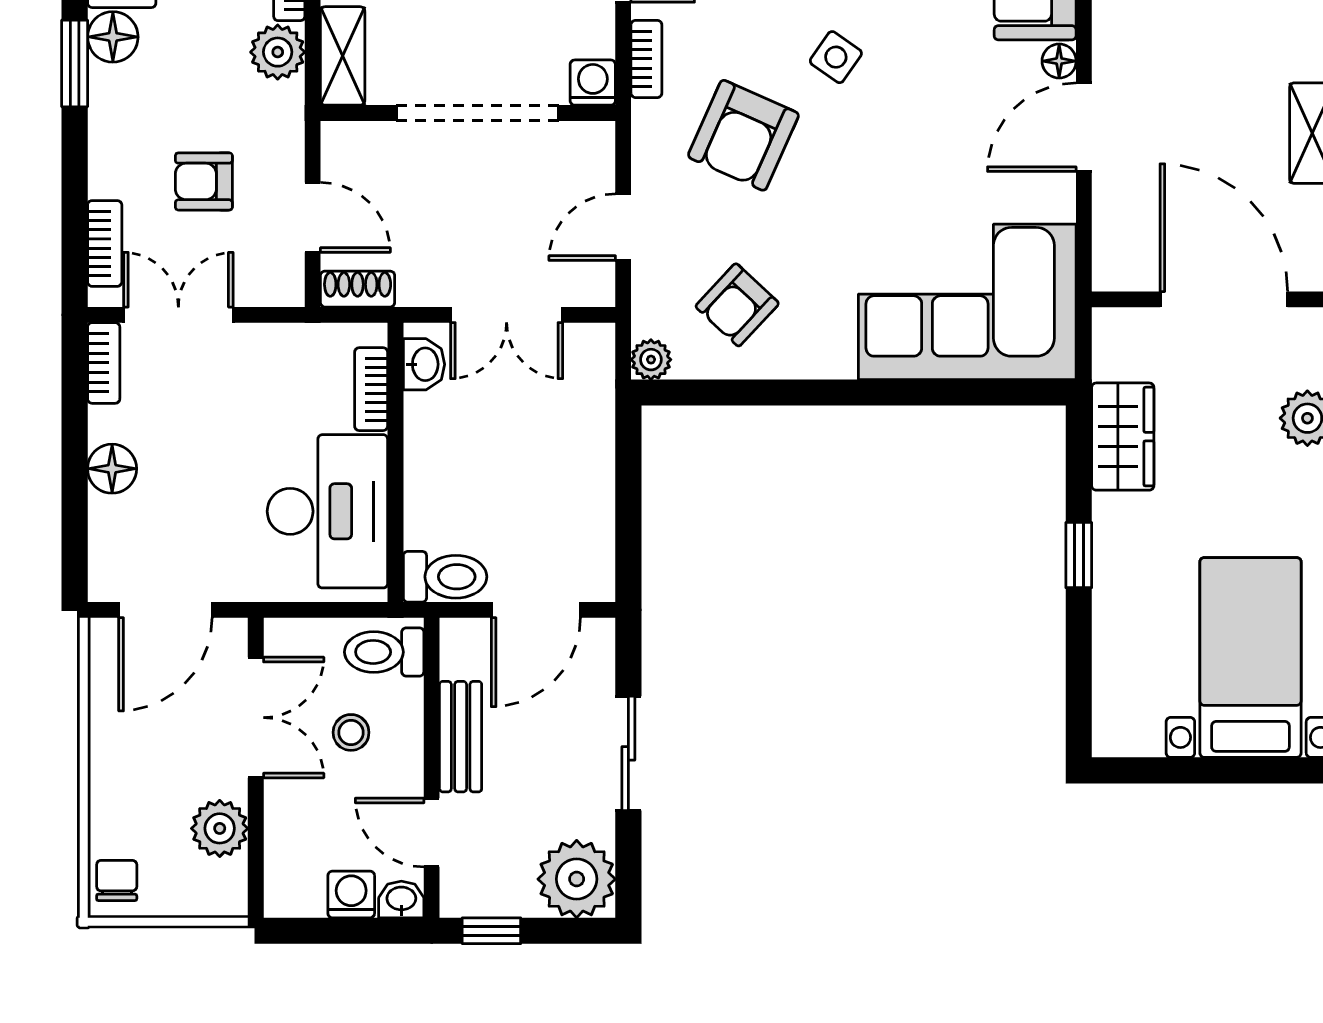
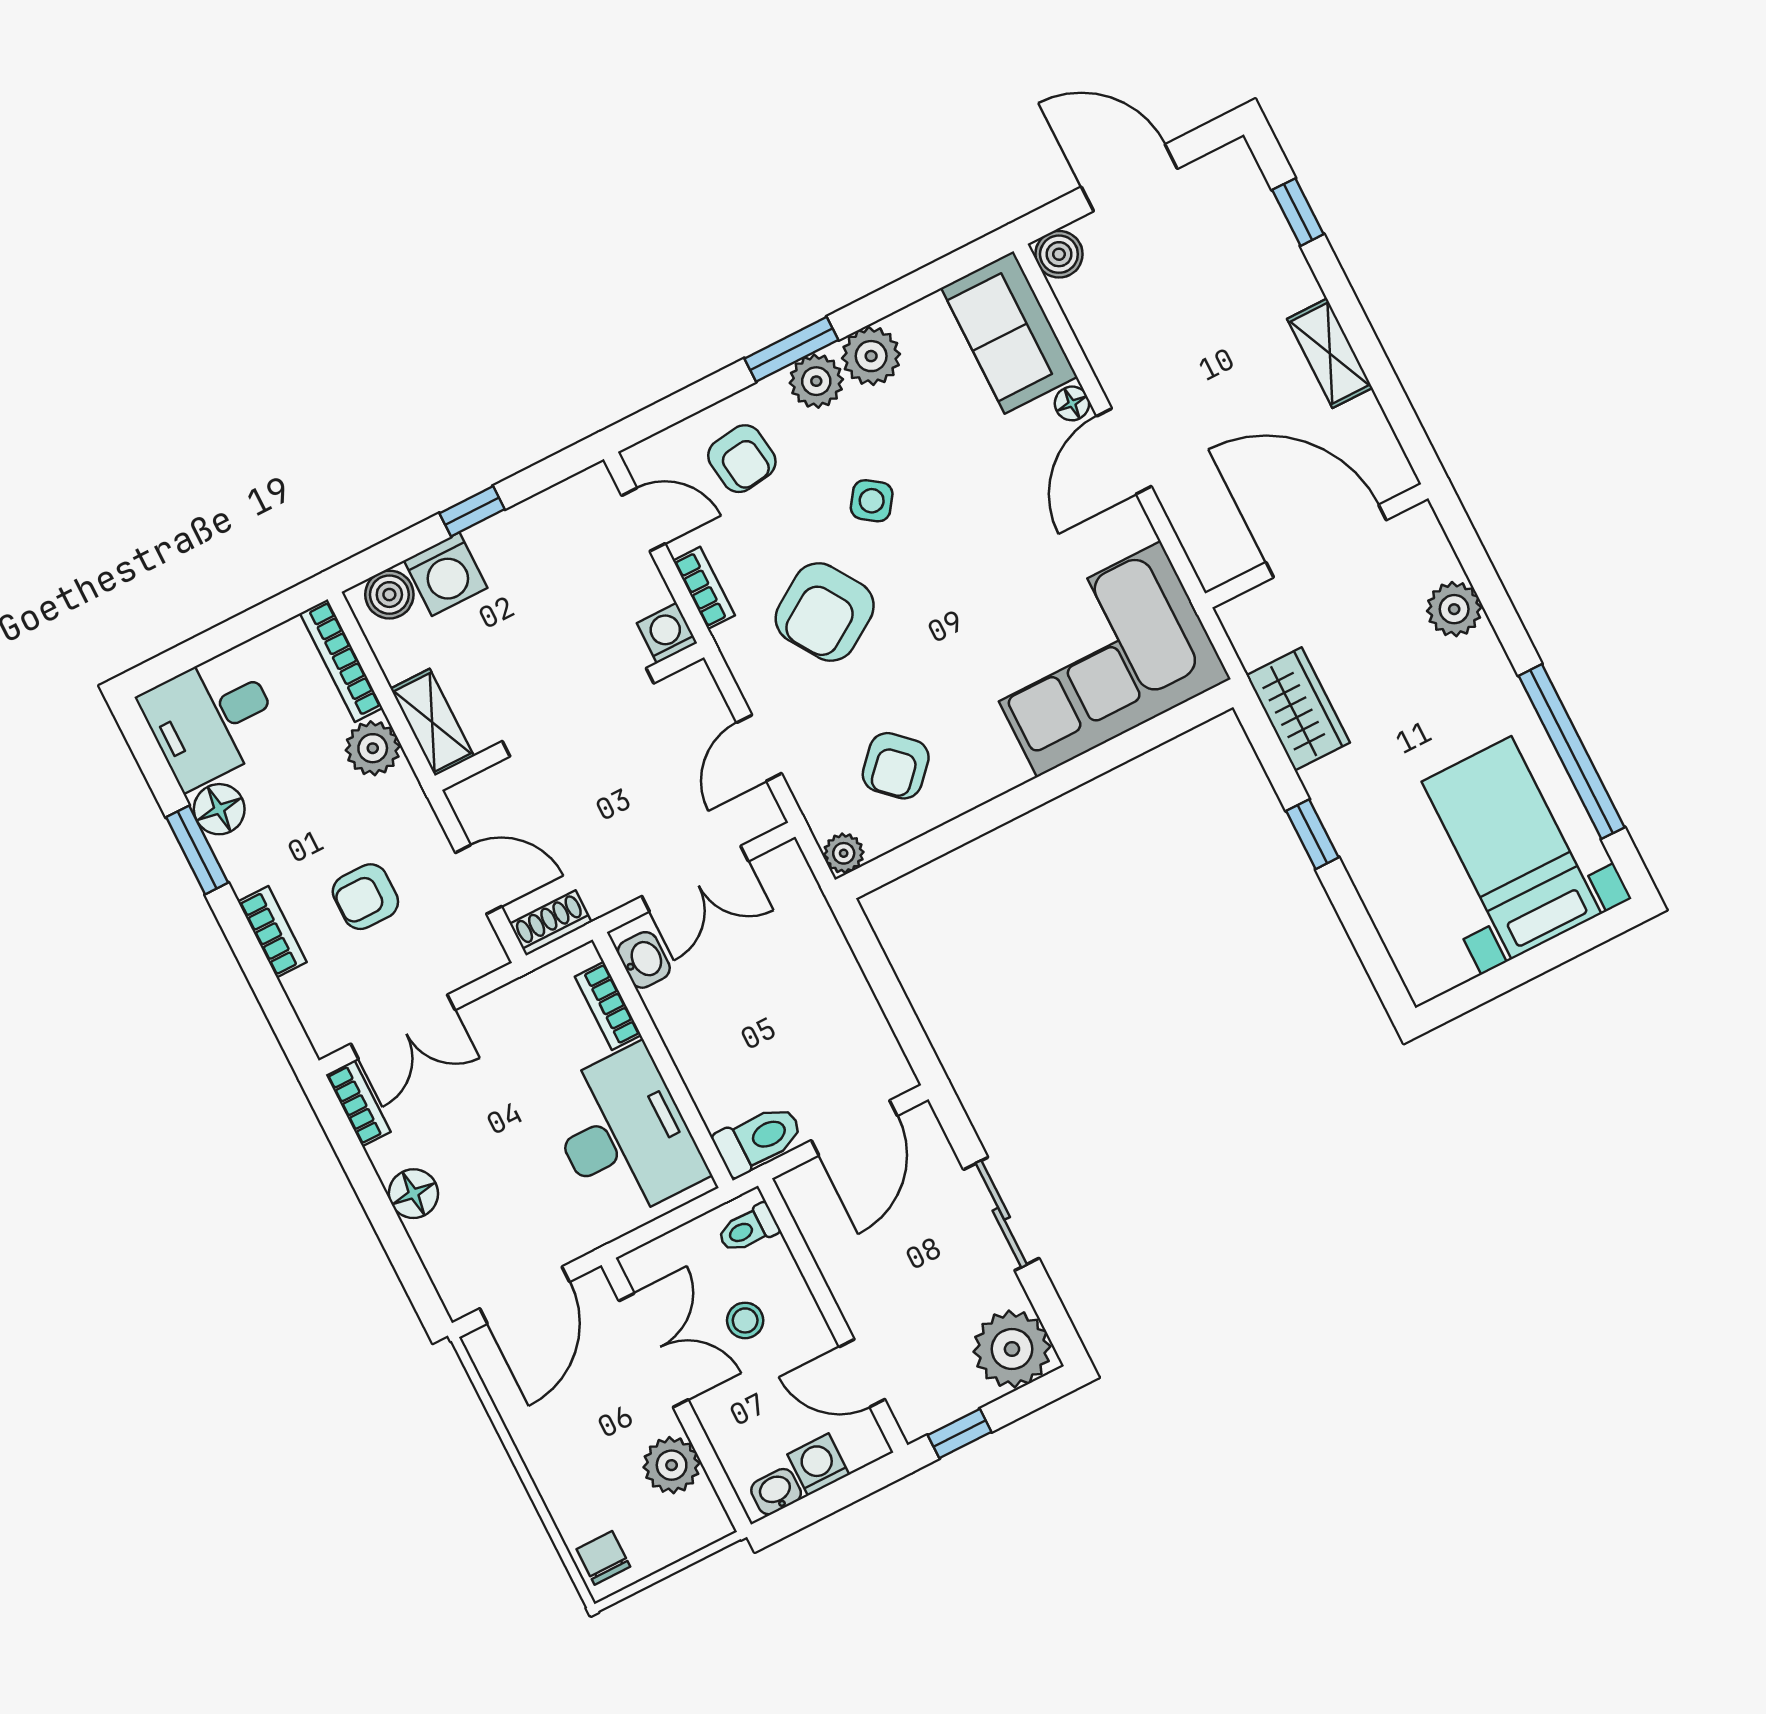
armchair: (743, 135) -> (825, 612), turned 33
bookcase: (105, 243) -> (272, 932), moved
double door: (178, 315) -> (403, 1027), swing flipped
toilet: (384, 652) -> (748, 1229), width x0.73, depth x0.72
bench: (461, 737) -> (844, 1275), removed
washbasin: (401, 900) -> (776, 1492), moved

